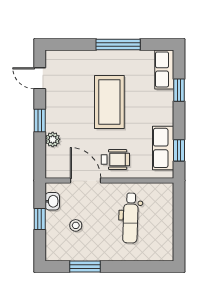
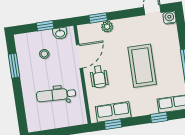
water cooler: (53, 58) -> (169, 18), added
coffee table: (109, 102) -> (142, 66), turned 90
window: (40, 121) -> (98, 18), moved

